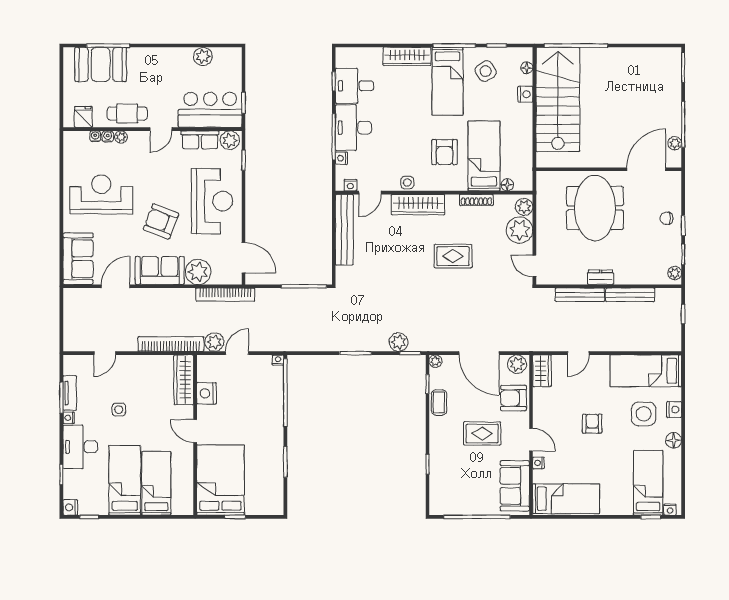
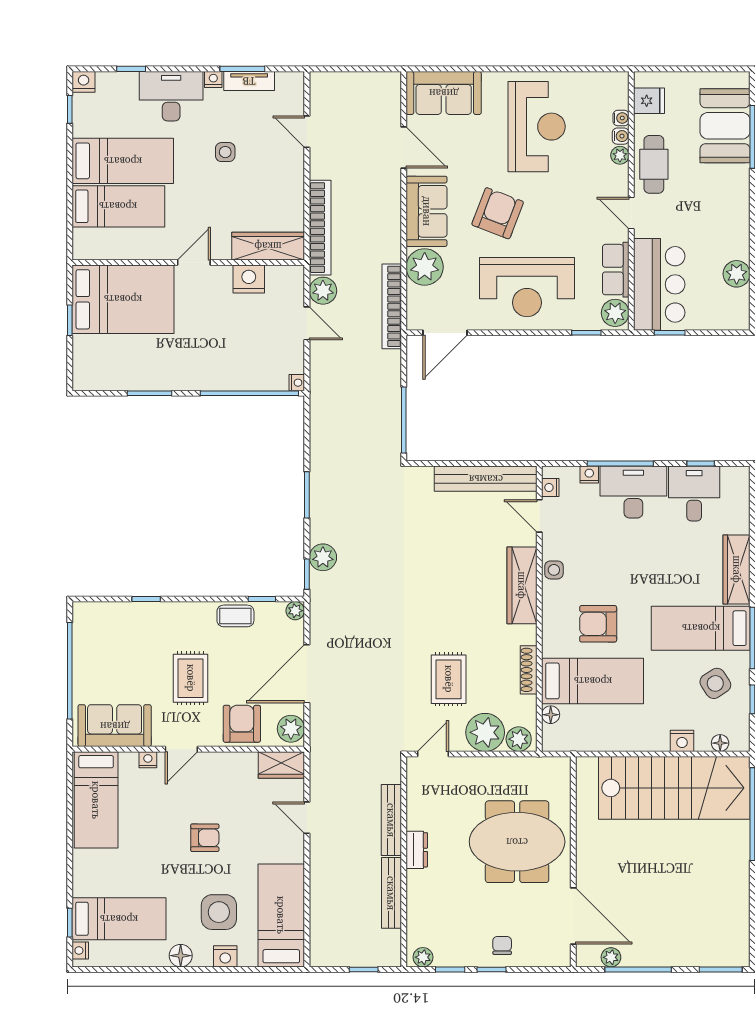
rug: (453, 256) -> (449, 679), moved

